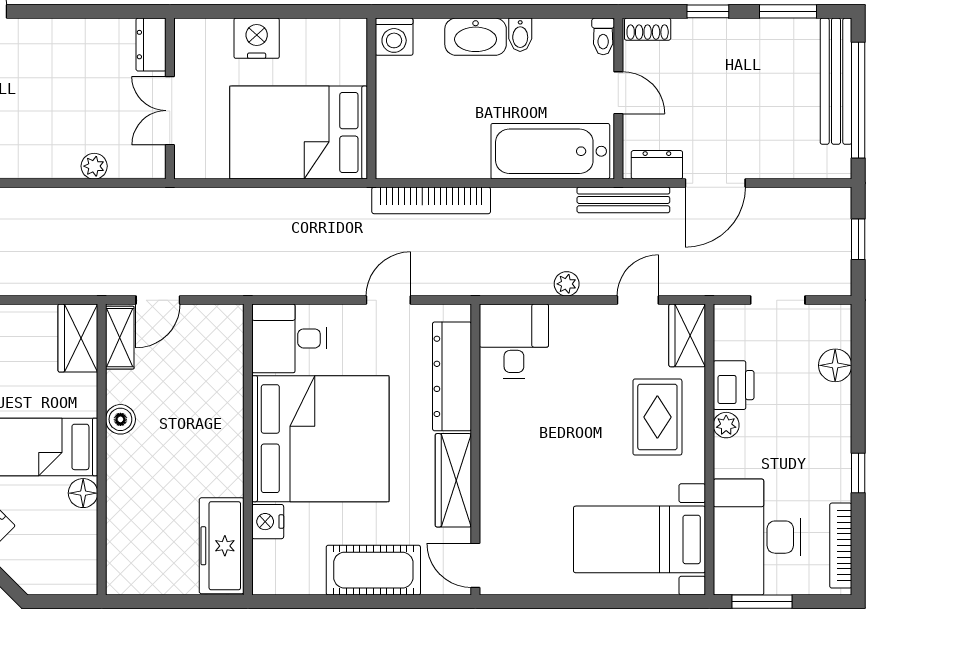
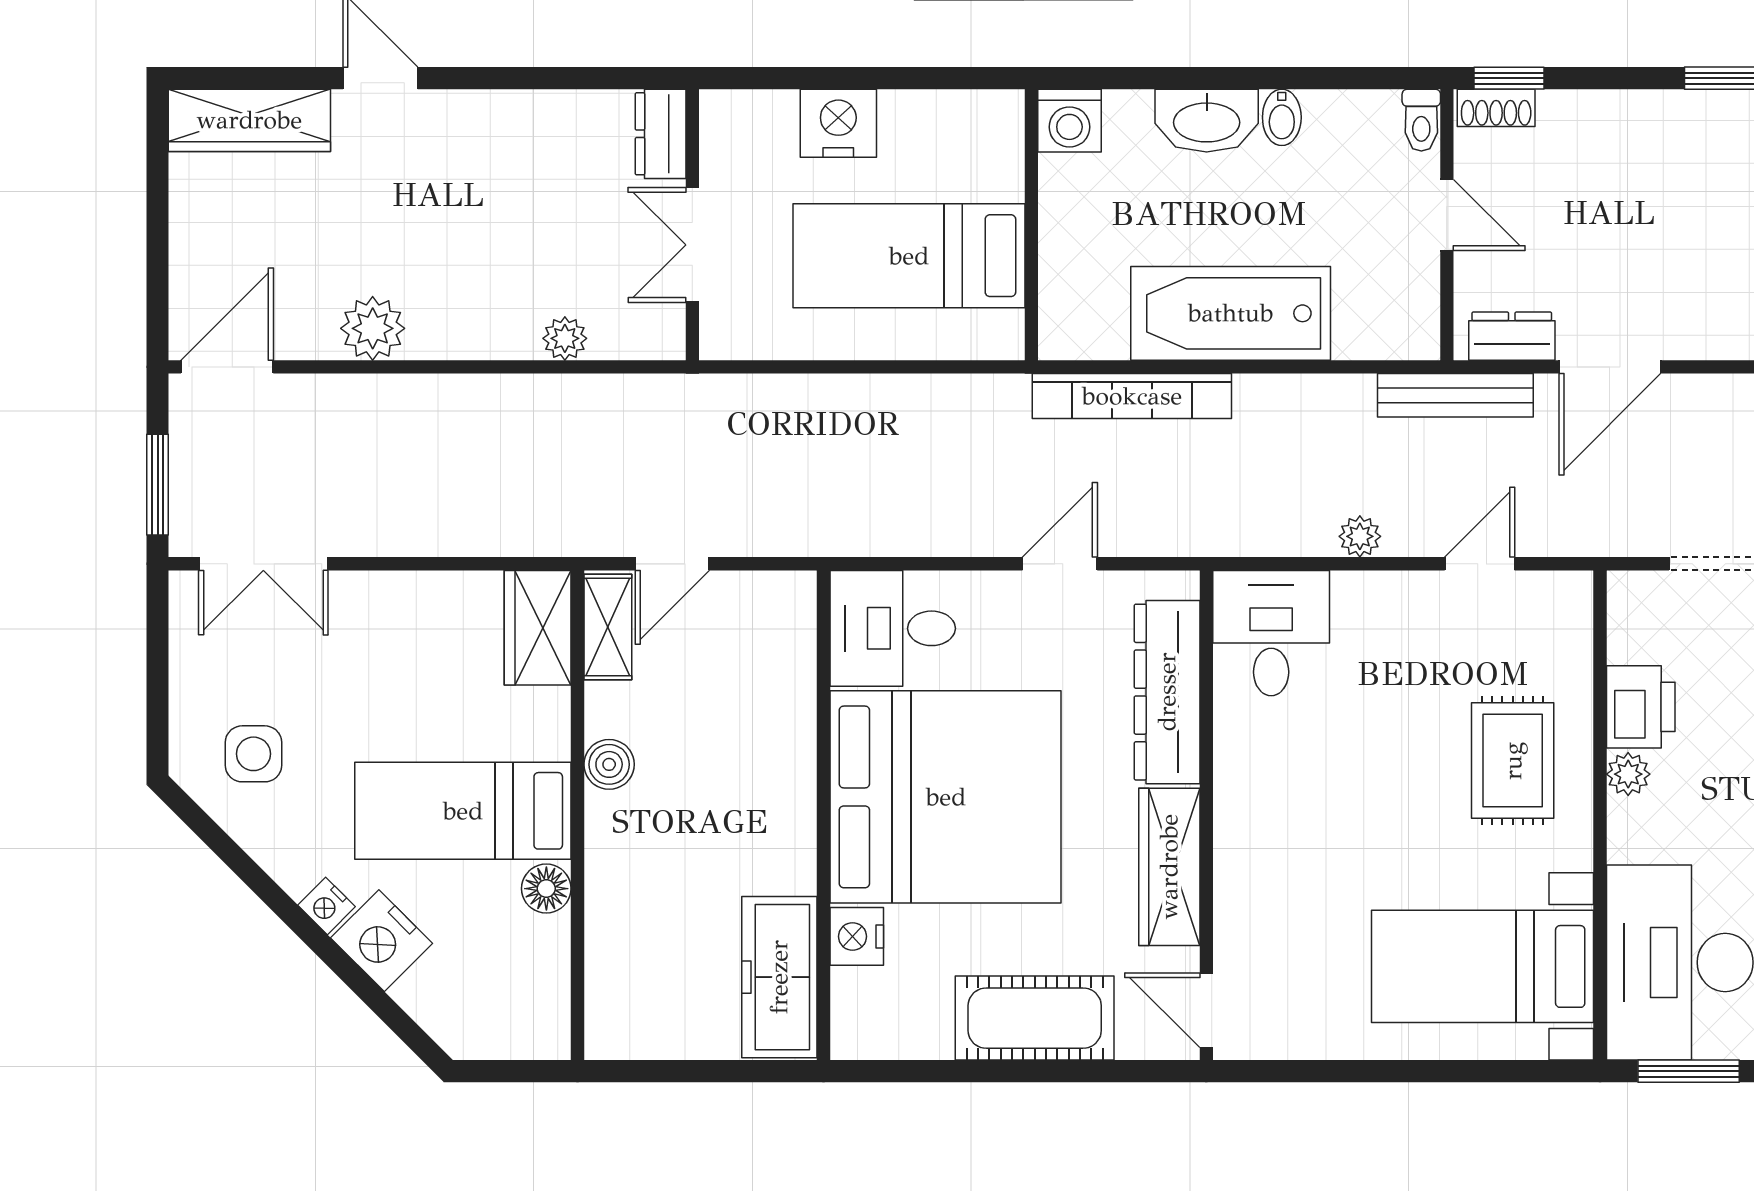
window: (708, 11) -> (1509, 78), moved
bed: (299, 132) -> (909, 256), width x0.67
bathtub: (550, 151) -> (1231, 313), moved
wardrobe: (687, 335) -> (1563, 623), removed

